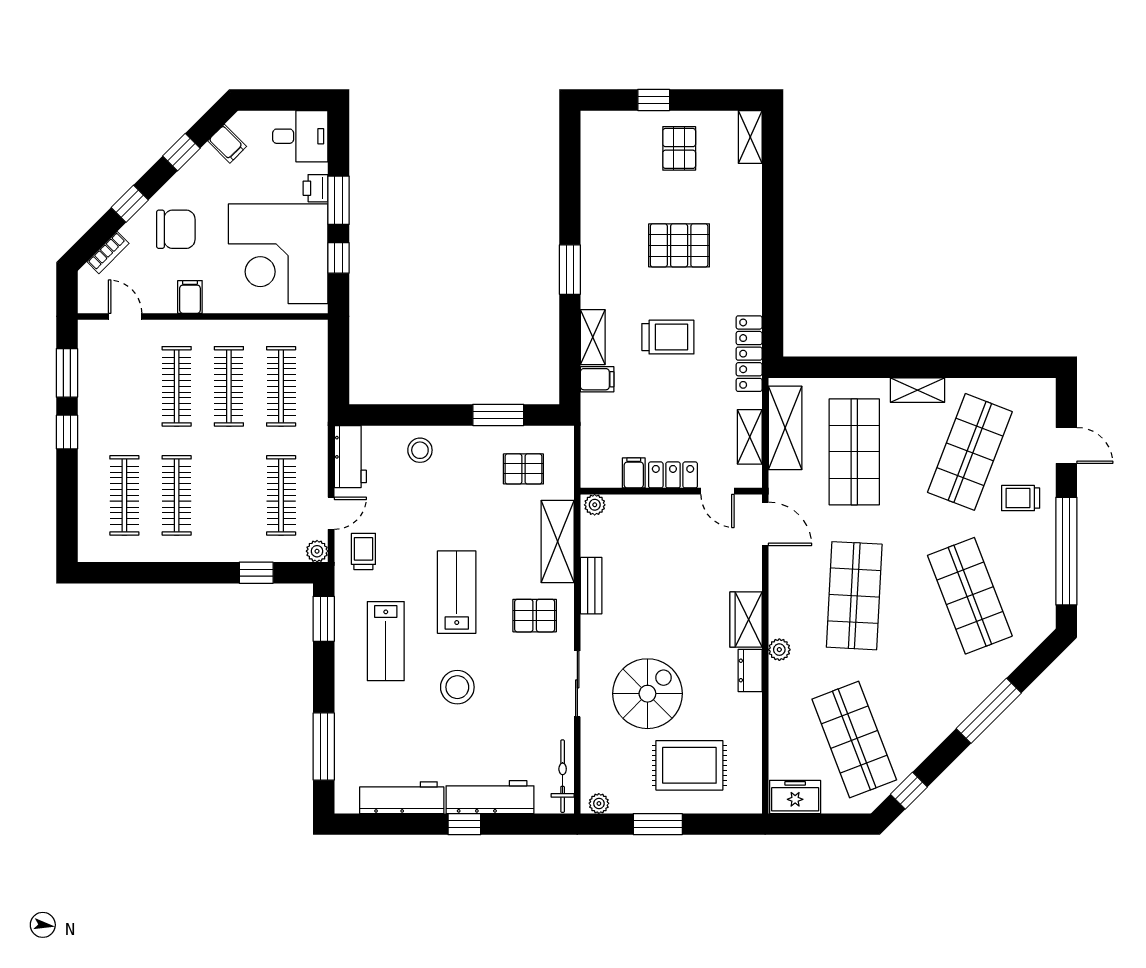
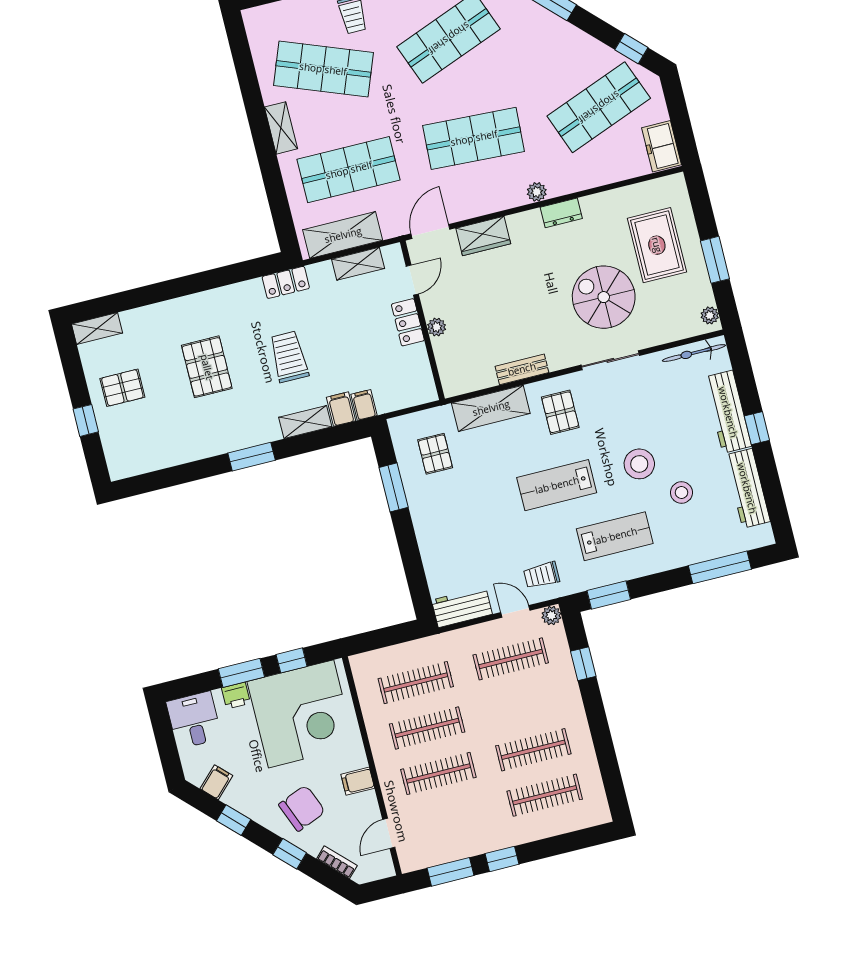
chair: (176, 229) -> (302, 808), turned 68
locker: (749, 354) -> (286, 282), width x0.66
stool: (420, 450) -> (681, 493), moved
filing cabinet: (634, 473) -> (364, 405), moved, turned 90
plant: (595, 505) -> (437, 327), moved
wardrobe: (746, 620) -> (483, 236), moved

